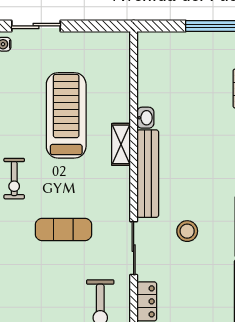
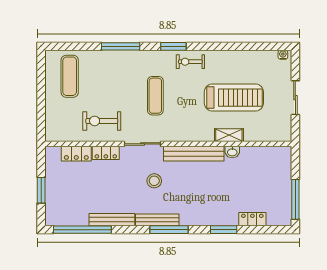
sliding door: (36, 26) -> (295, 98), moved
shelving: (121, 144) -> (229, 135), moved

